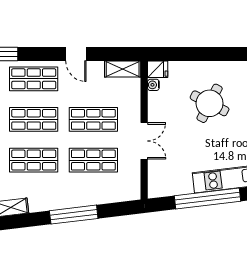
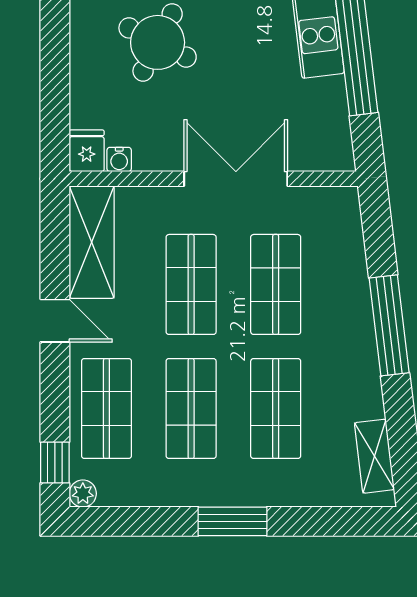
door: (76, 54) -> (55, 321), hinge flipped
shelving: (123, 69) -> (92, 242), width x1.50, depth x1.33
double door: (144, 141) -> (236, 179), width x1.37

